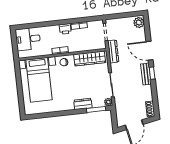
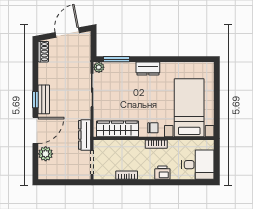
plant: (139, 23) -> (46, 154), moved
printer: (65, 29) -> (162, 173), moved
door: (150, 51) -> (35, 130), hinge flipped
dresser: (83, 104) -> (148, 69), moved

